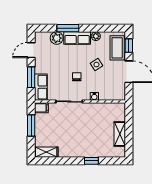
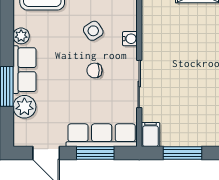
side table: (96, 64) -> (93, 31), moved
row of seats: (41, 87) -> (102, 135), width x1.48

